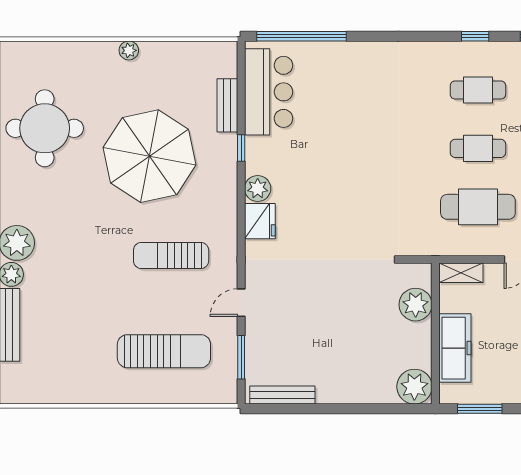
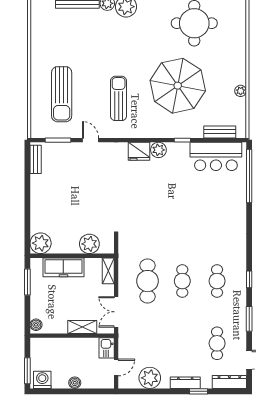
plant: (129, 50) -> (241, 91), moved
bench: (227, 105) -> (220, 132), moved
bench: (282, 395) -> (36, 159), width x0.73

